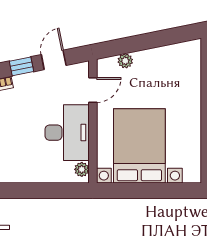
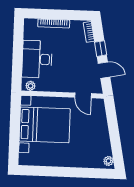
plant: (125, 61) -> (108, 161), moved
desk: (67, 133) -> (37, 59), moved, turned 90

